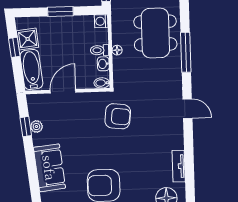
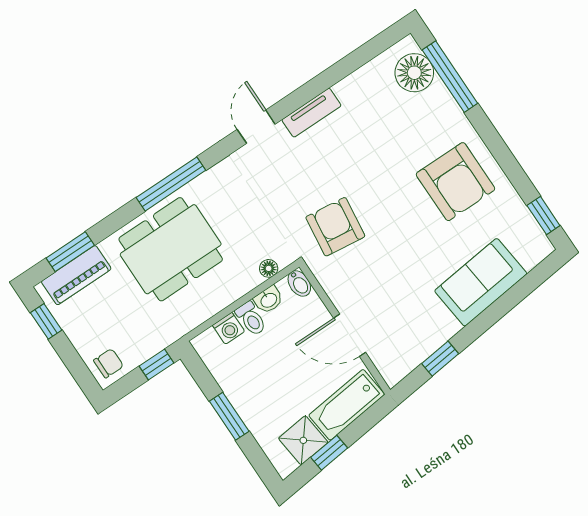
washing machine: (101, 21) -> (229, 328), moved
floor lamp: (117, 50) -> (269, 268), moved
plant: (36, 127) -> (430, 342), removed
tv unit: (179, 166) -> (311, 113), moved

